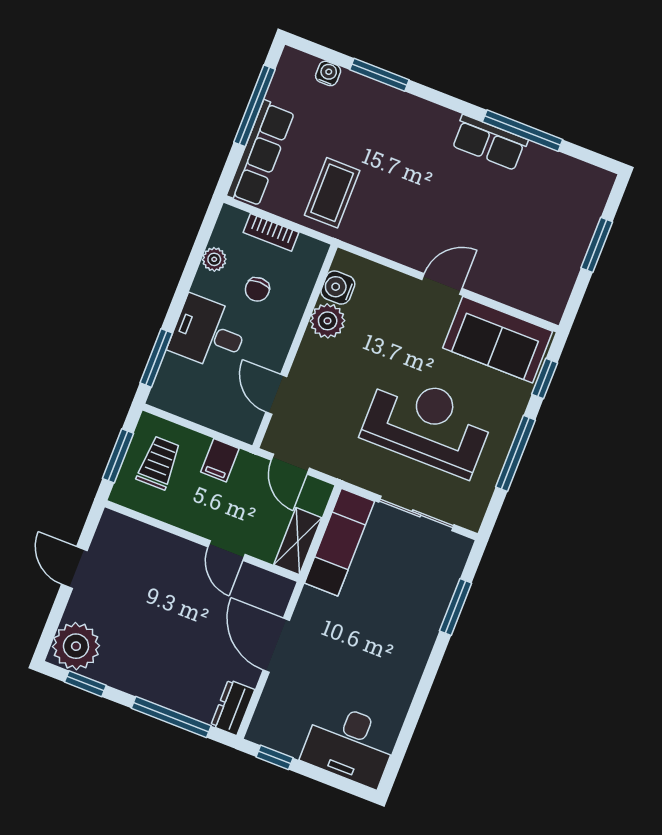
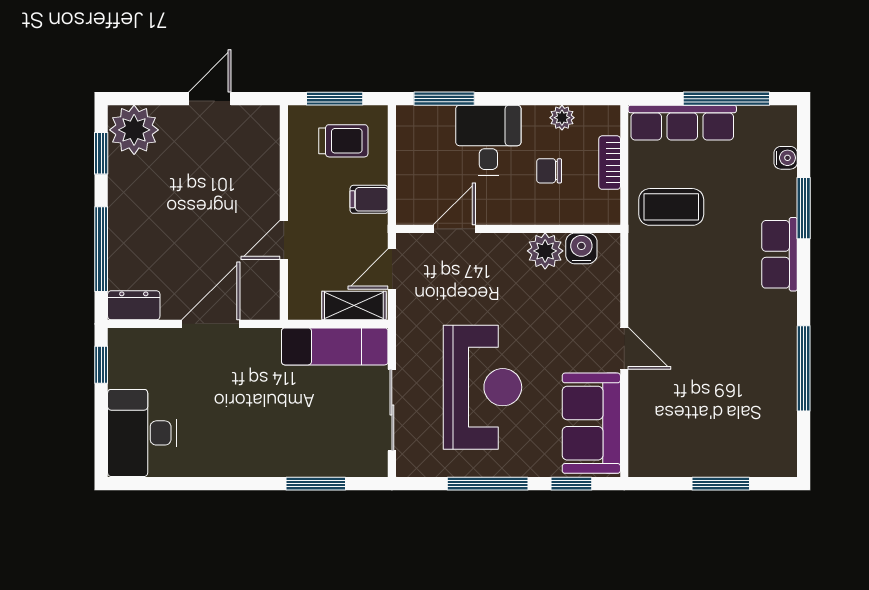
row of seats: (489, 143) -> (780, 254), moved
shelving: (298, 541) -> (354, 305), moved

